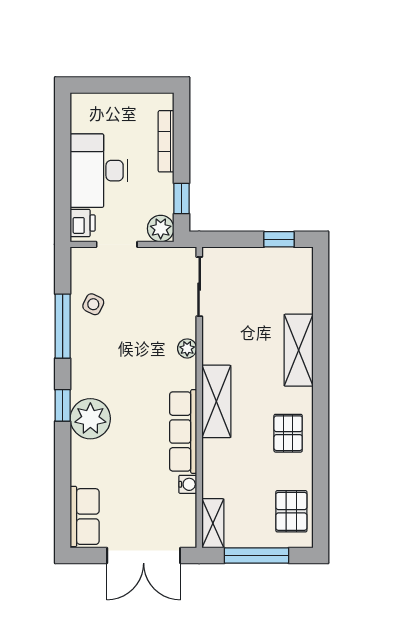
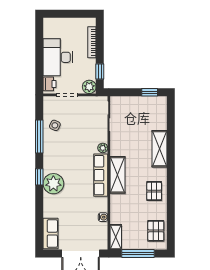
row of seats: (183, 431) -> (101, 175), moved

